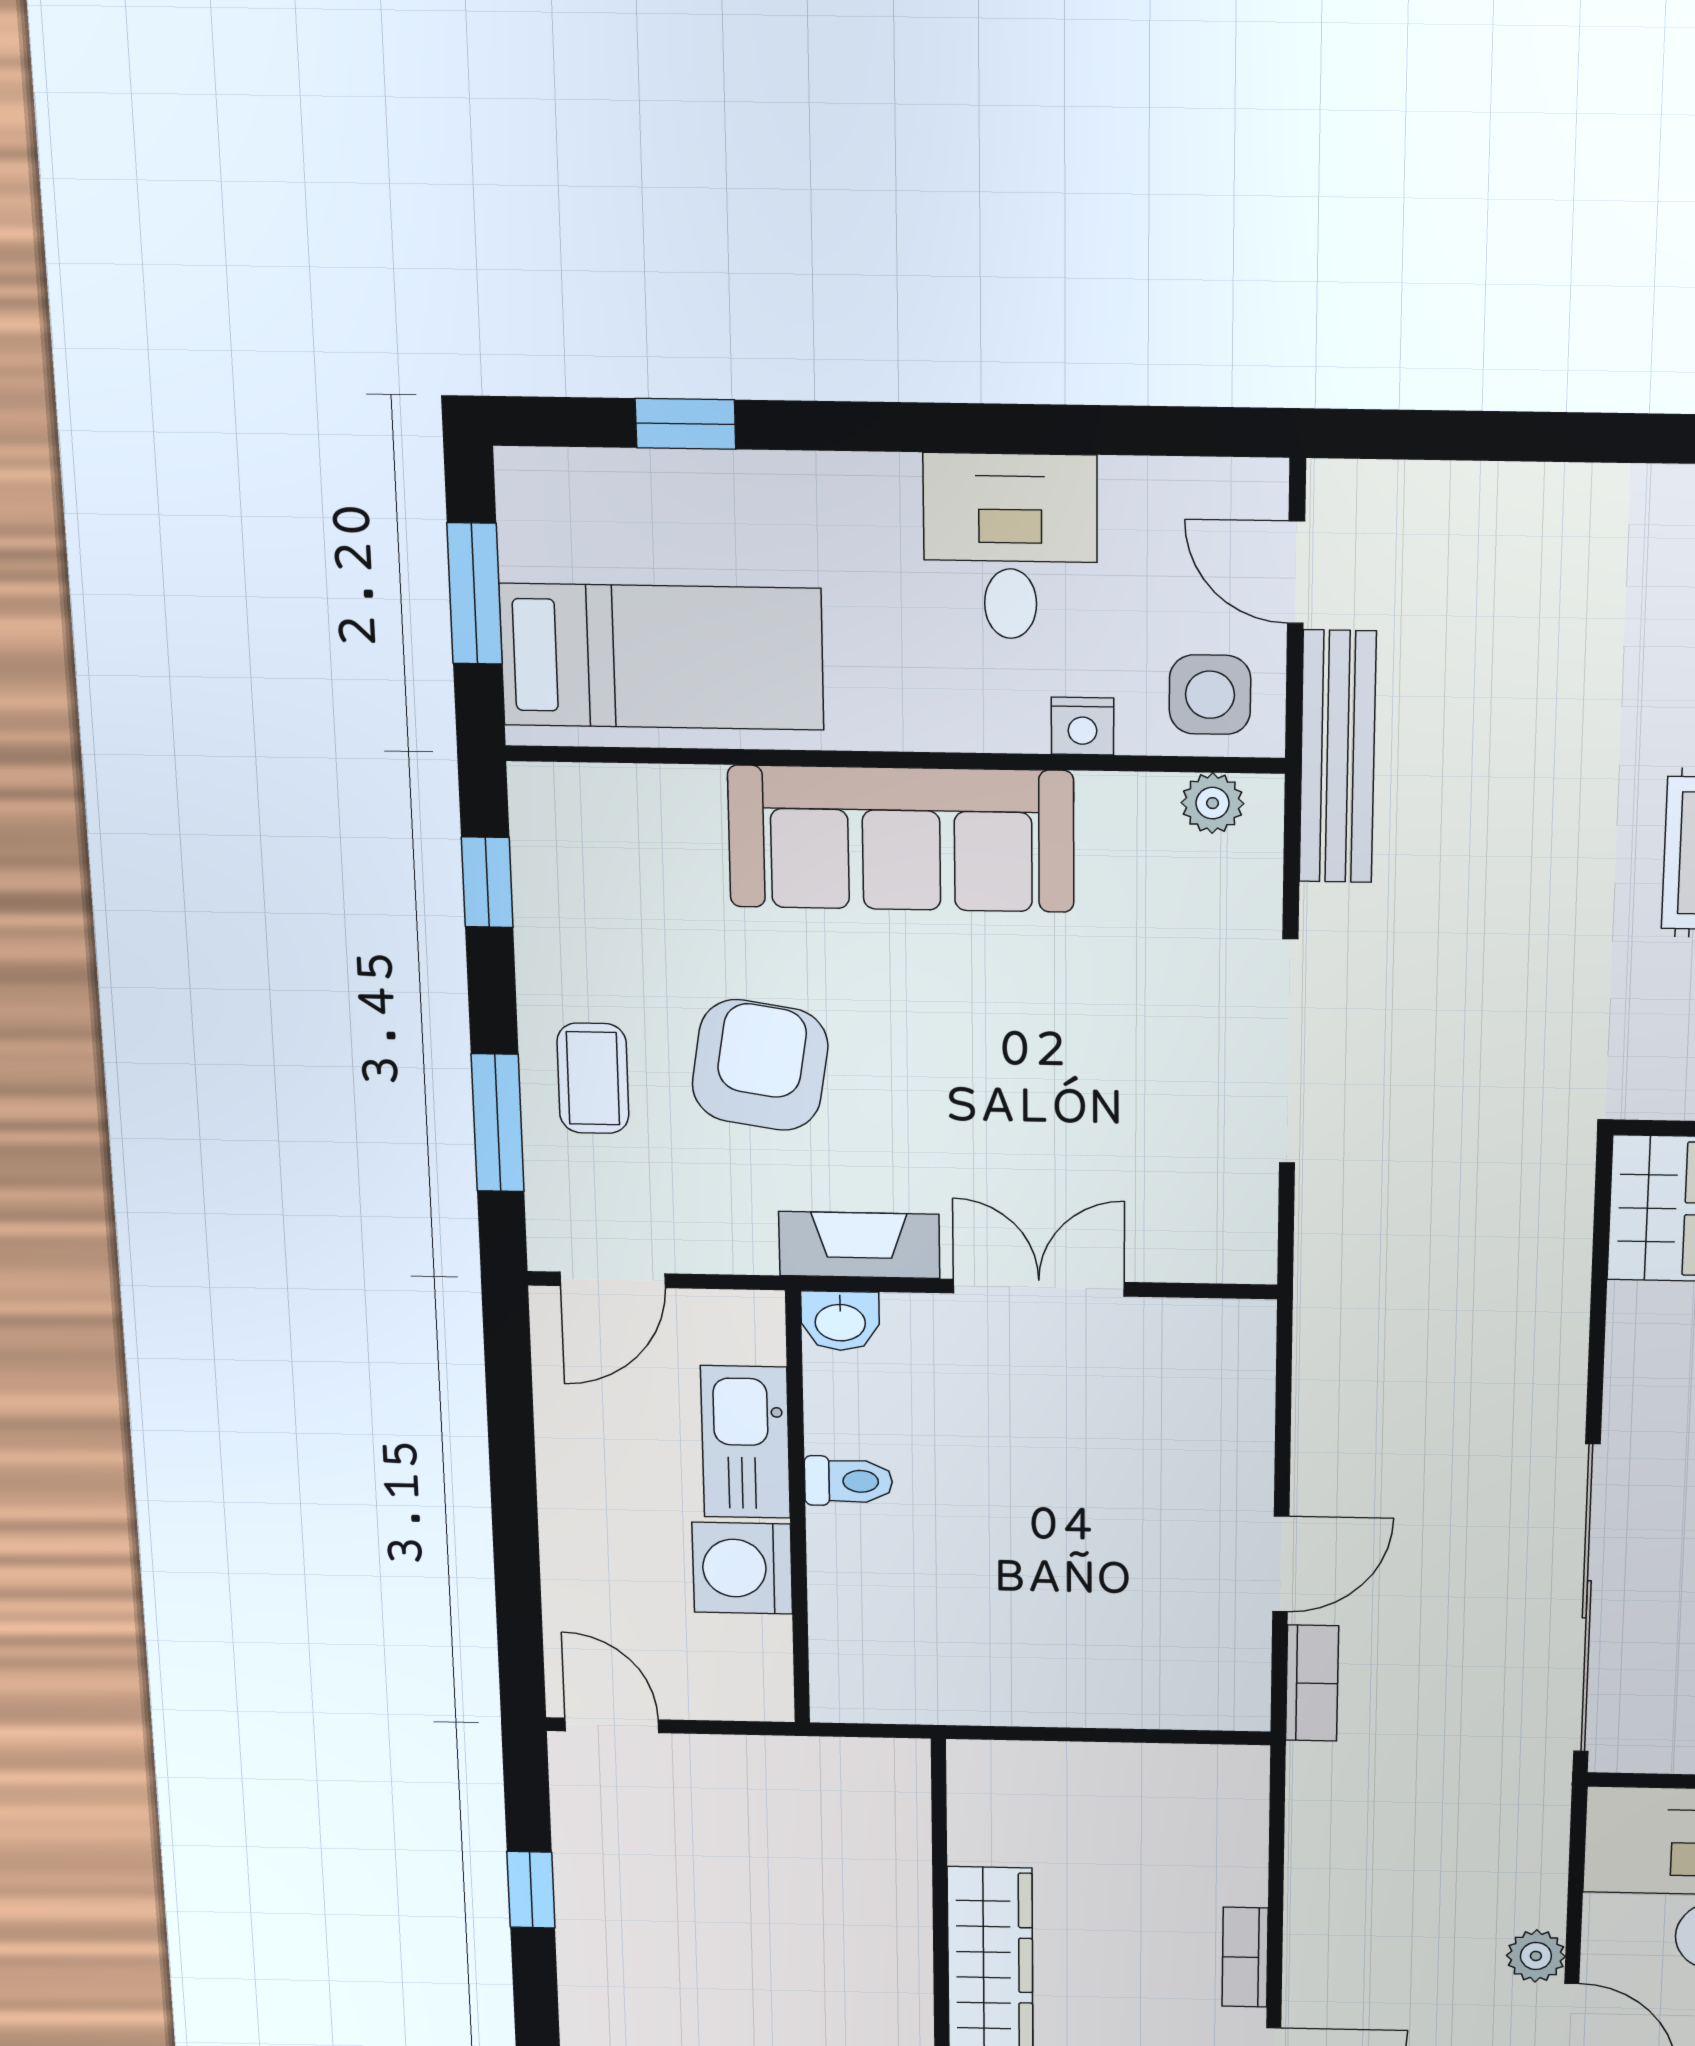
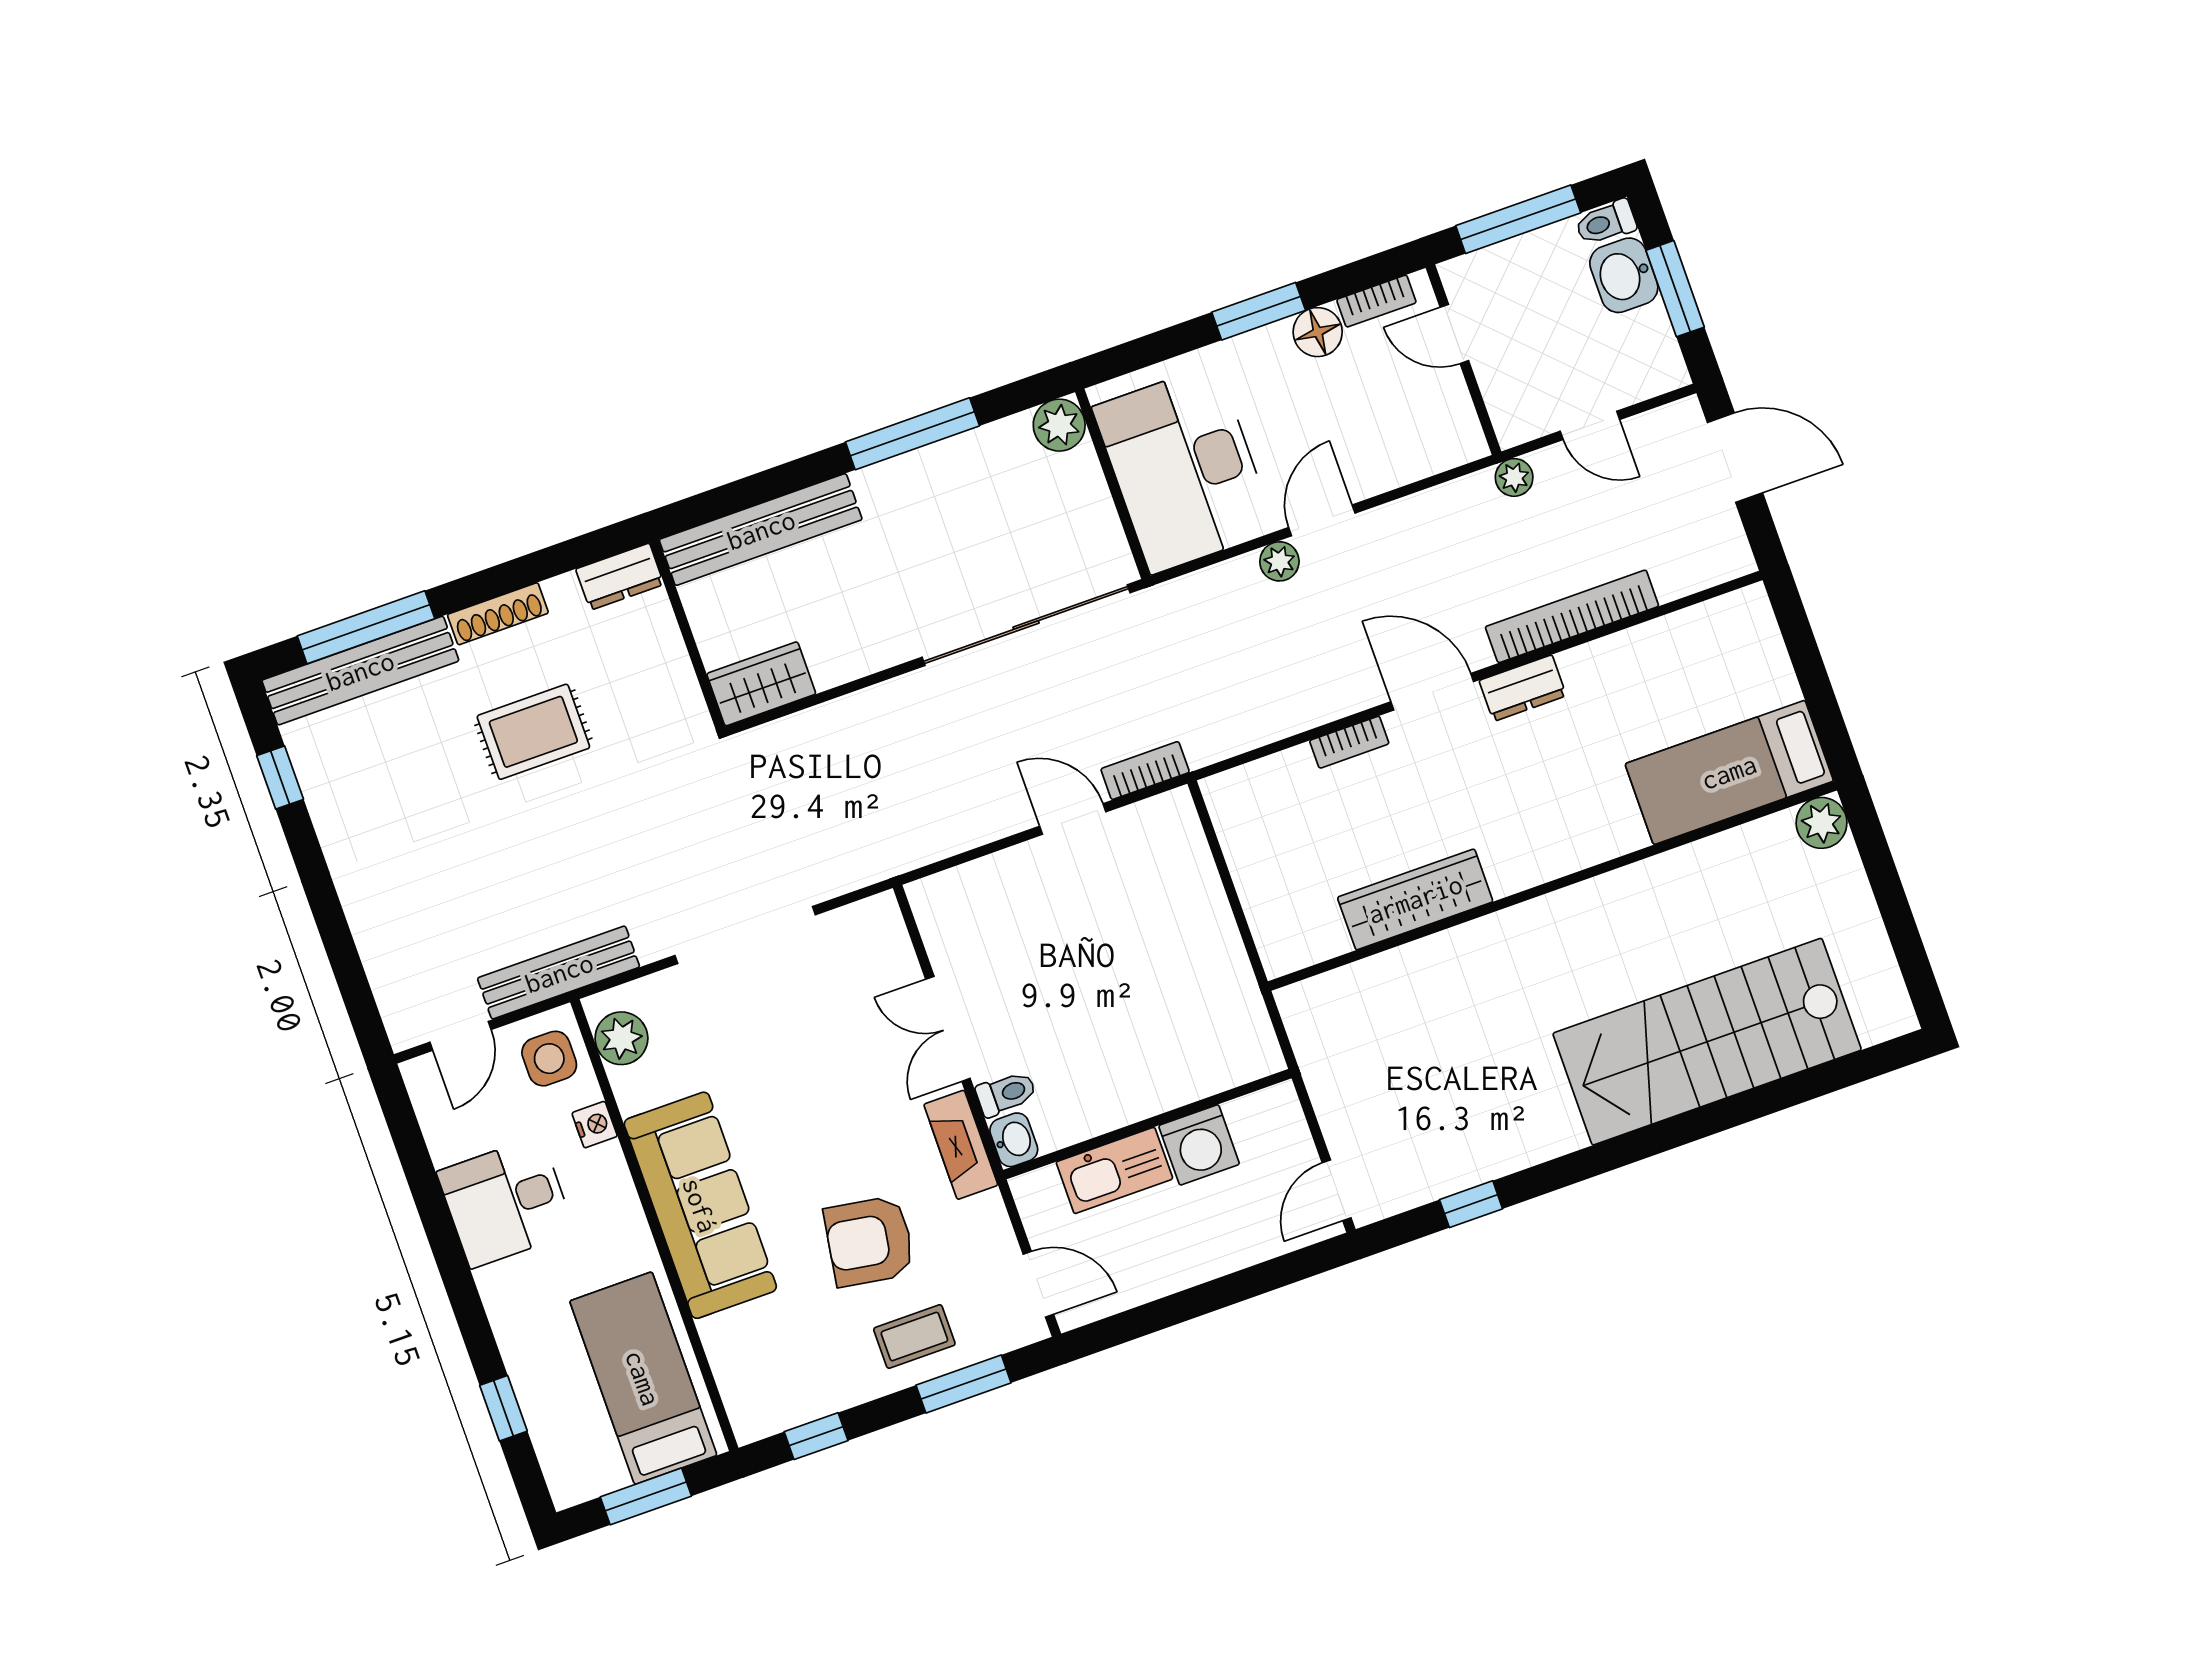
plant: (1213, 803) -> (621, 1038), width x1.38, depth x1.38
toilet: (848, 1481) -> (1006, 1094), moved, turned 90

